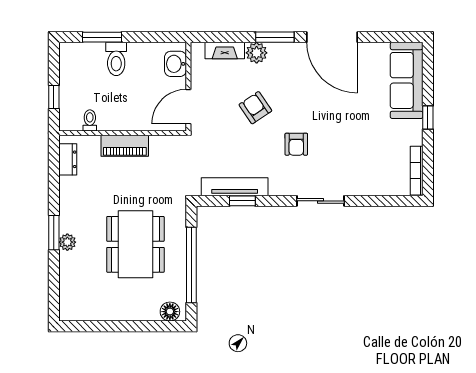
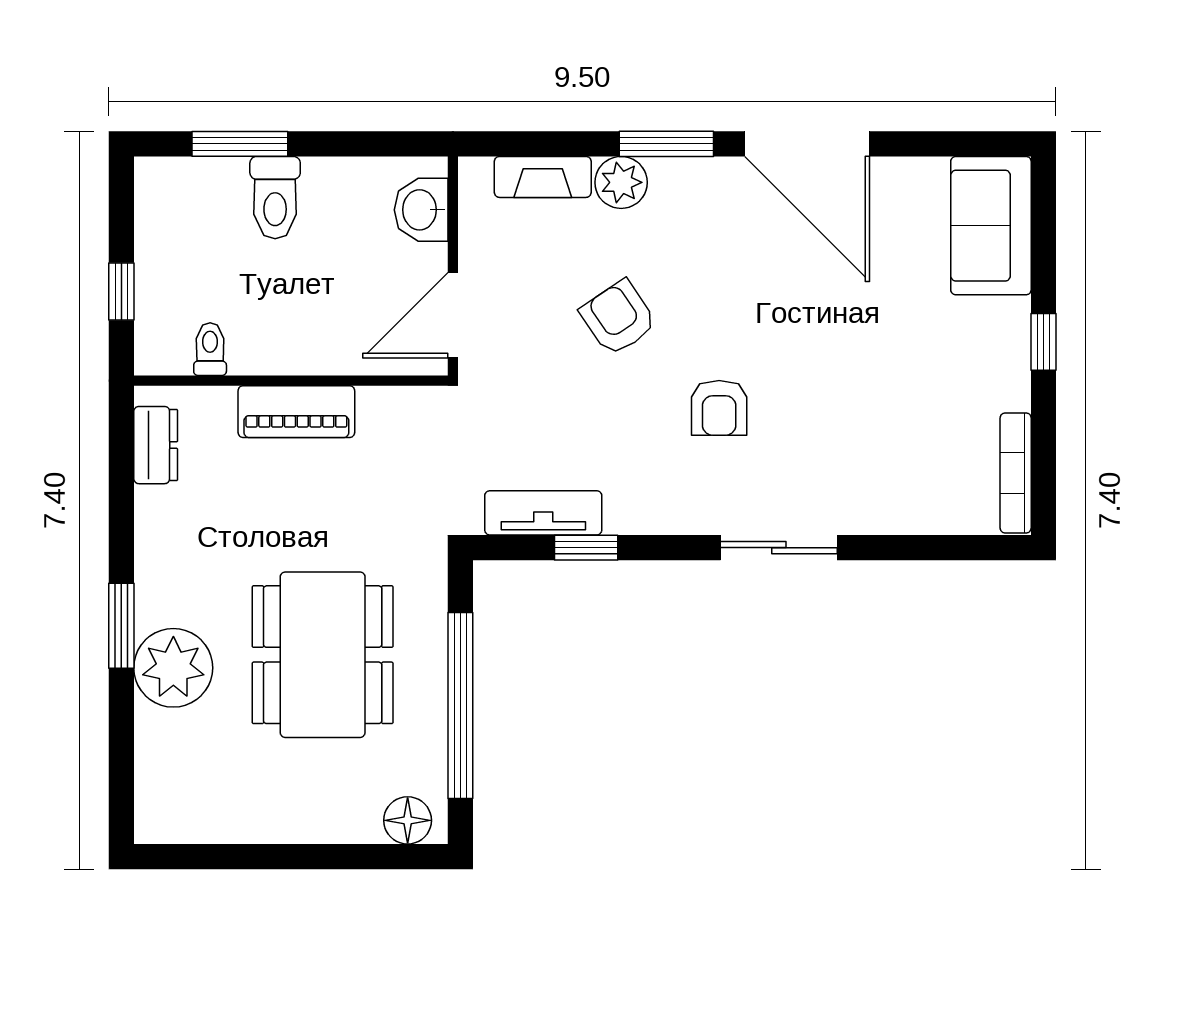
sofa: (407, 80) -> (991, 226), width x0.73
tv unit: (235, 187) -> (543, 513), width x0.71
plant: (67, 242) -> (173, 668), width x1.88, depth x1.88

